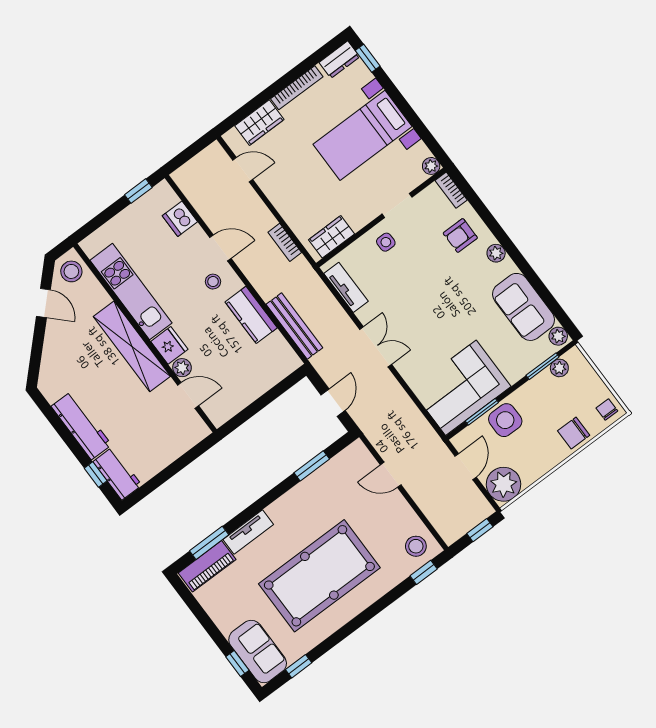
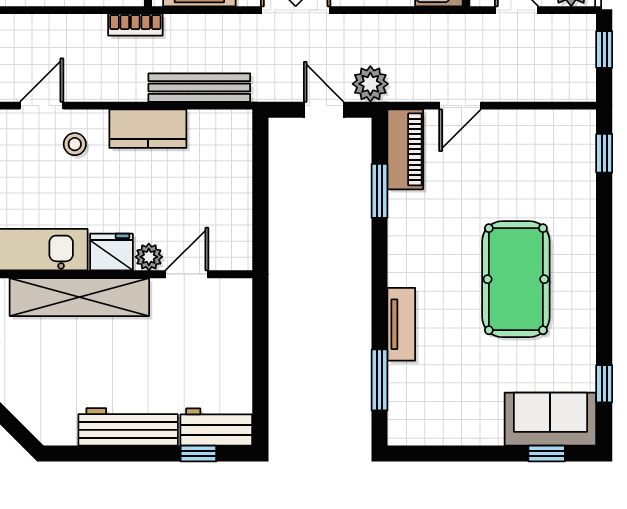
bookcase: (285, 242) -> (135, 25), moved
plant: (366, 417) -> (370, 84), added
stool: (416, 546) -> (566, 139), removed
piano: (207, 566) -> (405, 149), moved
pool table: (319, 576) -> (516, 279), width x0.73, depth x0.76

